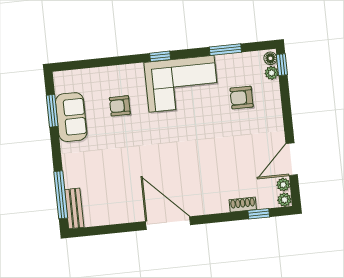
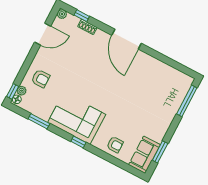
armchair: (242, 98) -> (41, 79), moved
armchair: (120, 106) -> (115, 145), moved
sofa: (71, 117) -> (144, 155), moved
plant: (283, 185) -> (57, 23), removed
bench: (74, 208) -> (184, 88), removed
door: (168, 223) -> (127, 39), moved

